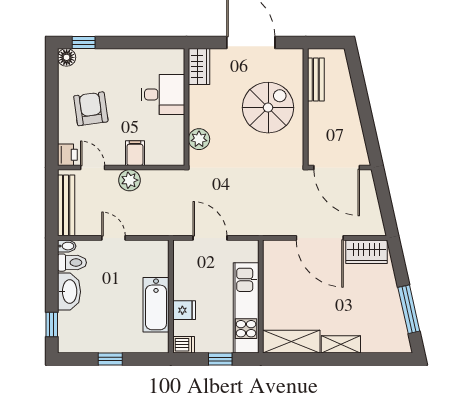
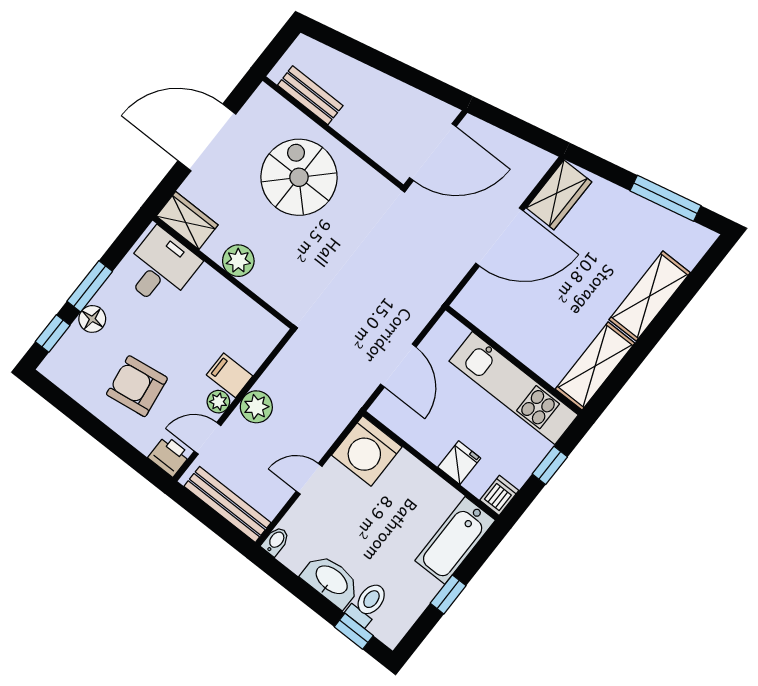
window: (124, 43) -> (90, 286), added
floor lamp: (67, 57) -> (92, 319), moved
desk: (163, 94) -> (160, 268), moved
plant: (199, 139) -> (238, 261), moved
plant: (116, 158) -> (218, 402), added
door: (210, 238) -> (398, 366), swing flipped
washing machine: (152, 257) -> (367, 451), added
toilet: (72, 263) -> (368, 604), moved
bathtub: (156, 305) -> (455, 540), moved, turned 90
shelving: (341, 344) -> (650, 296), width x1.50, depth x1.33

